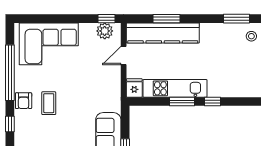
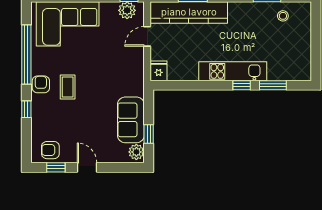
kitchen unit: (175, 88) -> (233, 71), moved
armchair: (24, 101) -> (41, 84), turned 180
window: (182, 102) -> (273, 85), moved

